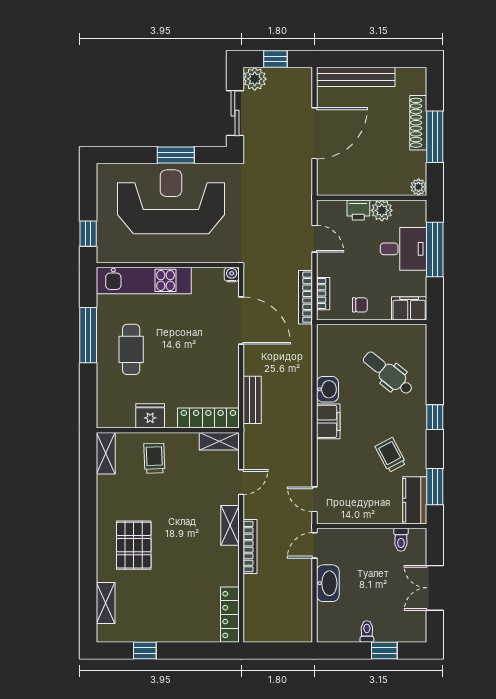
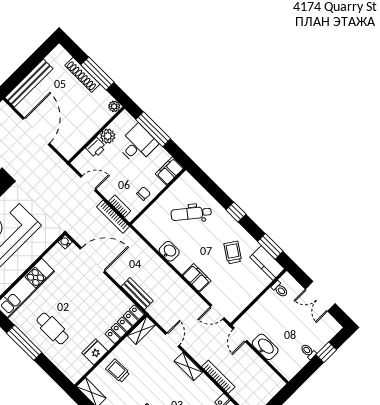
filing cabinet: (328, 421) -> (197, 278), moved
trolley: (391, 455) -> (233, 253), turned 62
bookcase: (250, 547) -> (218, 377), moved

